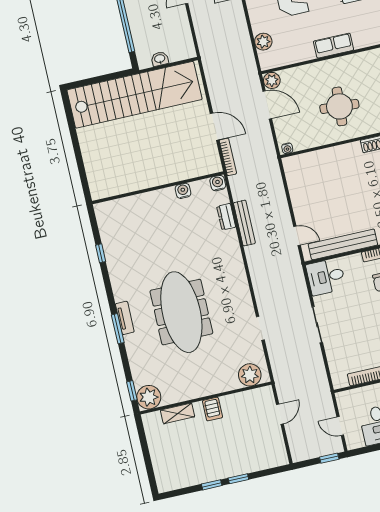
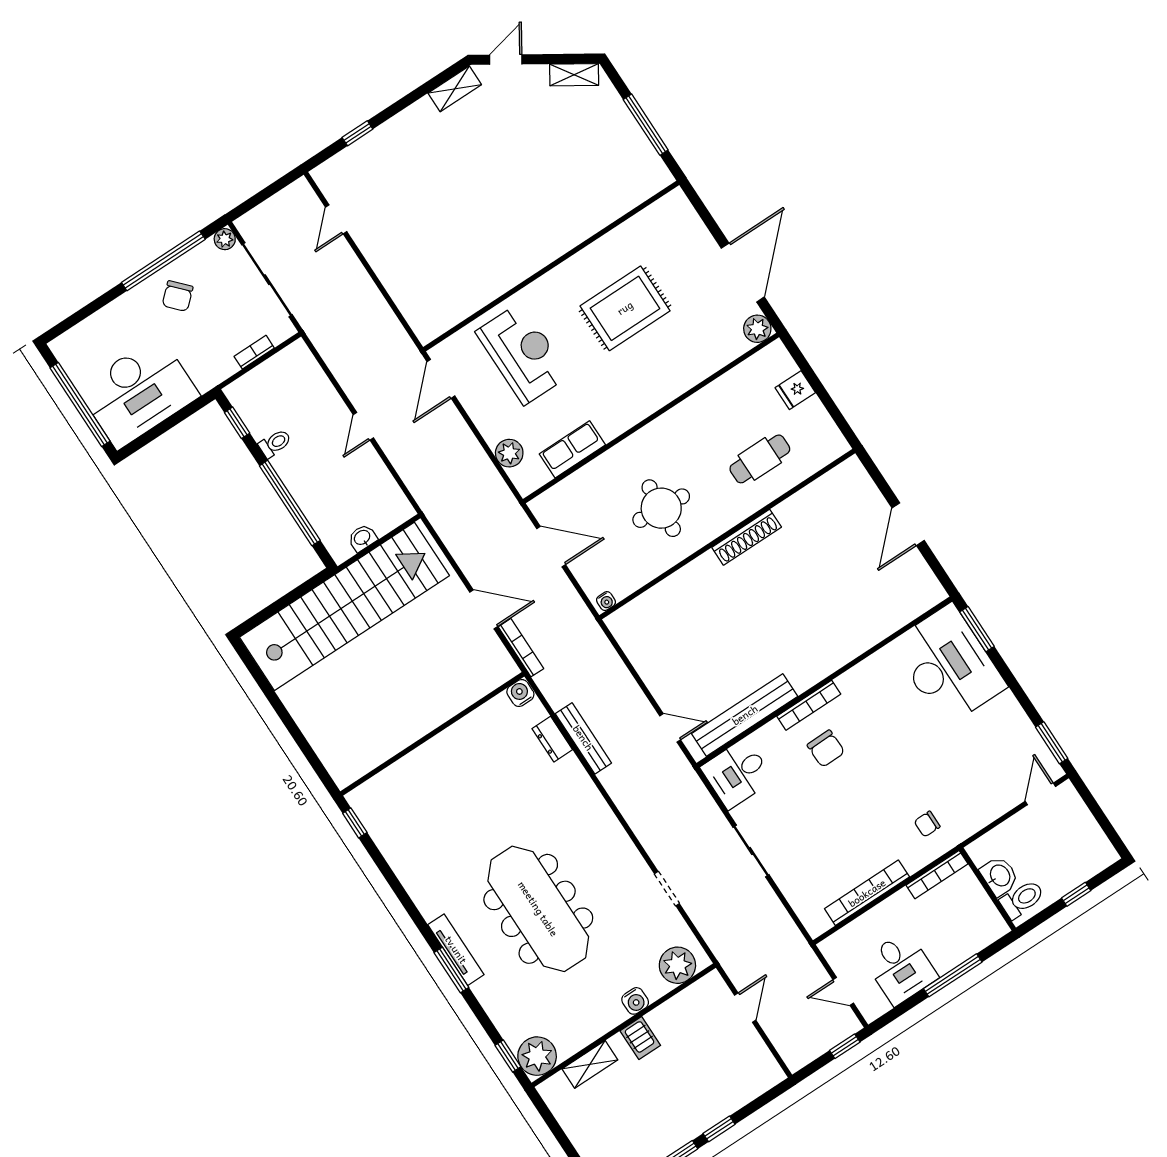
row of seats: (334, 46) -> (572, 449), moved
plant: (272, 80) -> (544, 507), removed
water cooler: (183, 191) -> (635, 1001), moved, turned 180
window: (101, 253) -> (355, 823), moved
tv unit: (125, 318) -> (456, 950), width x1.41

